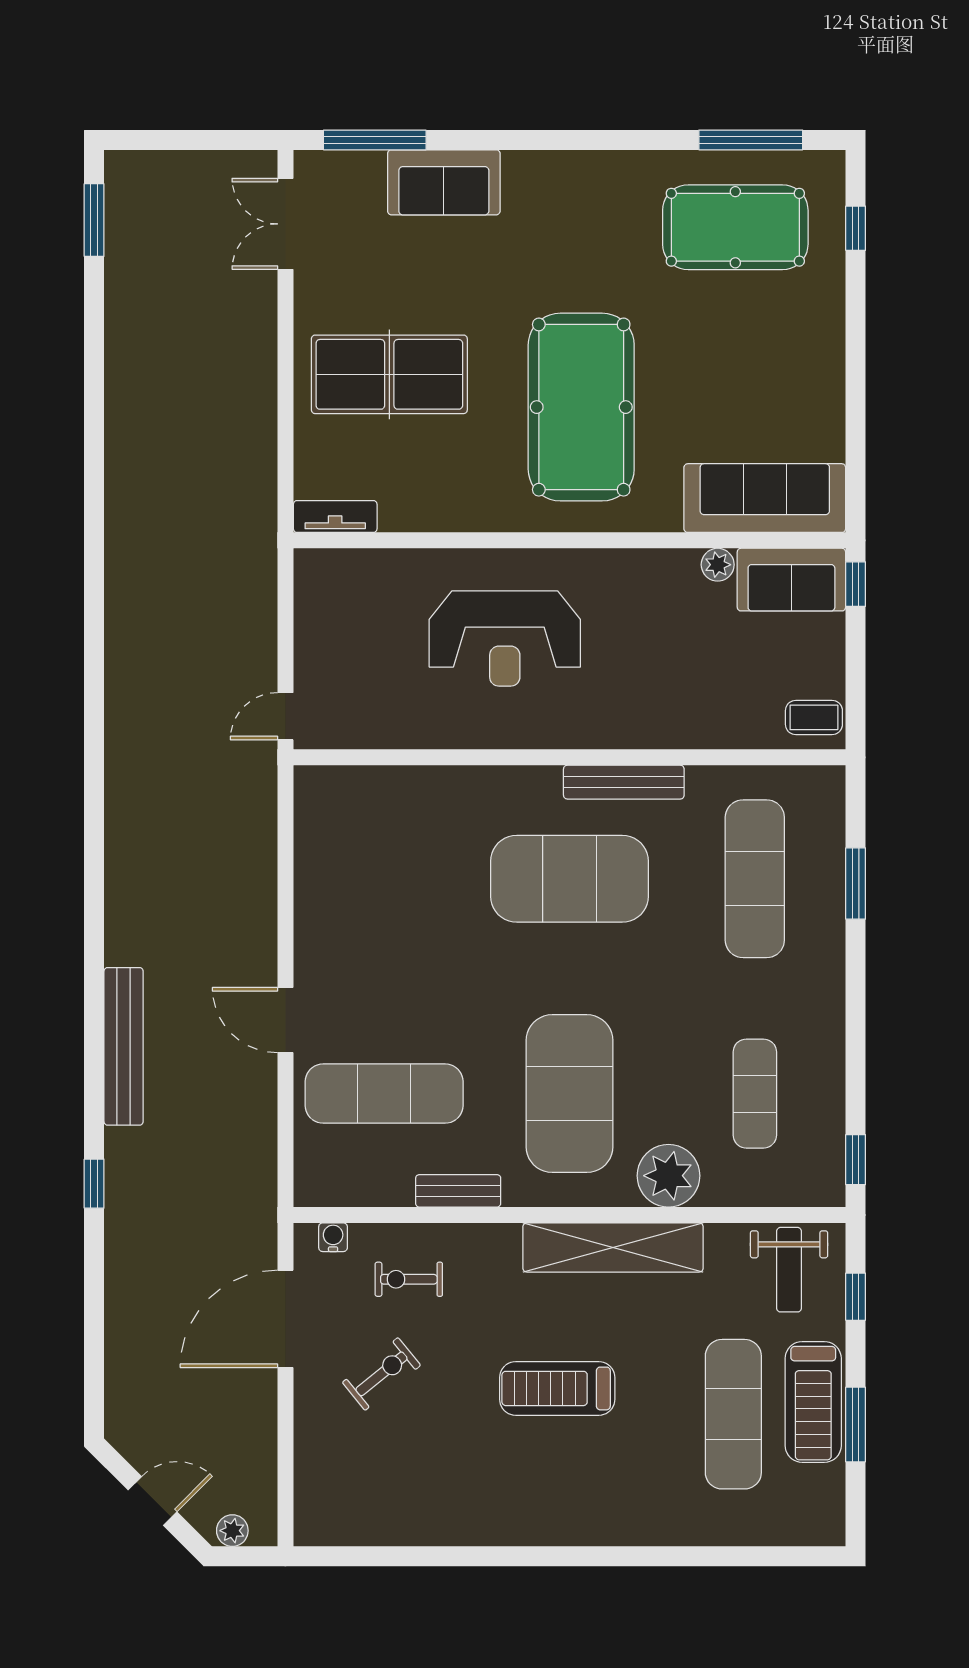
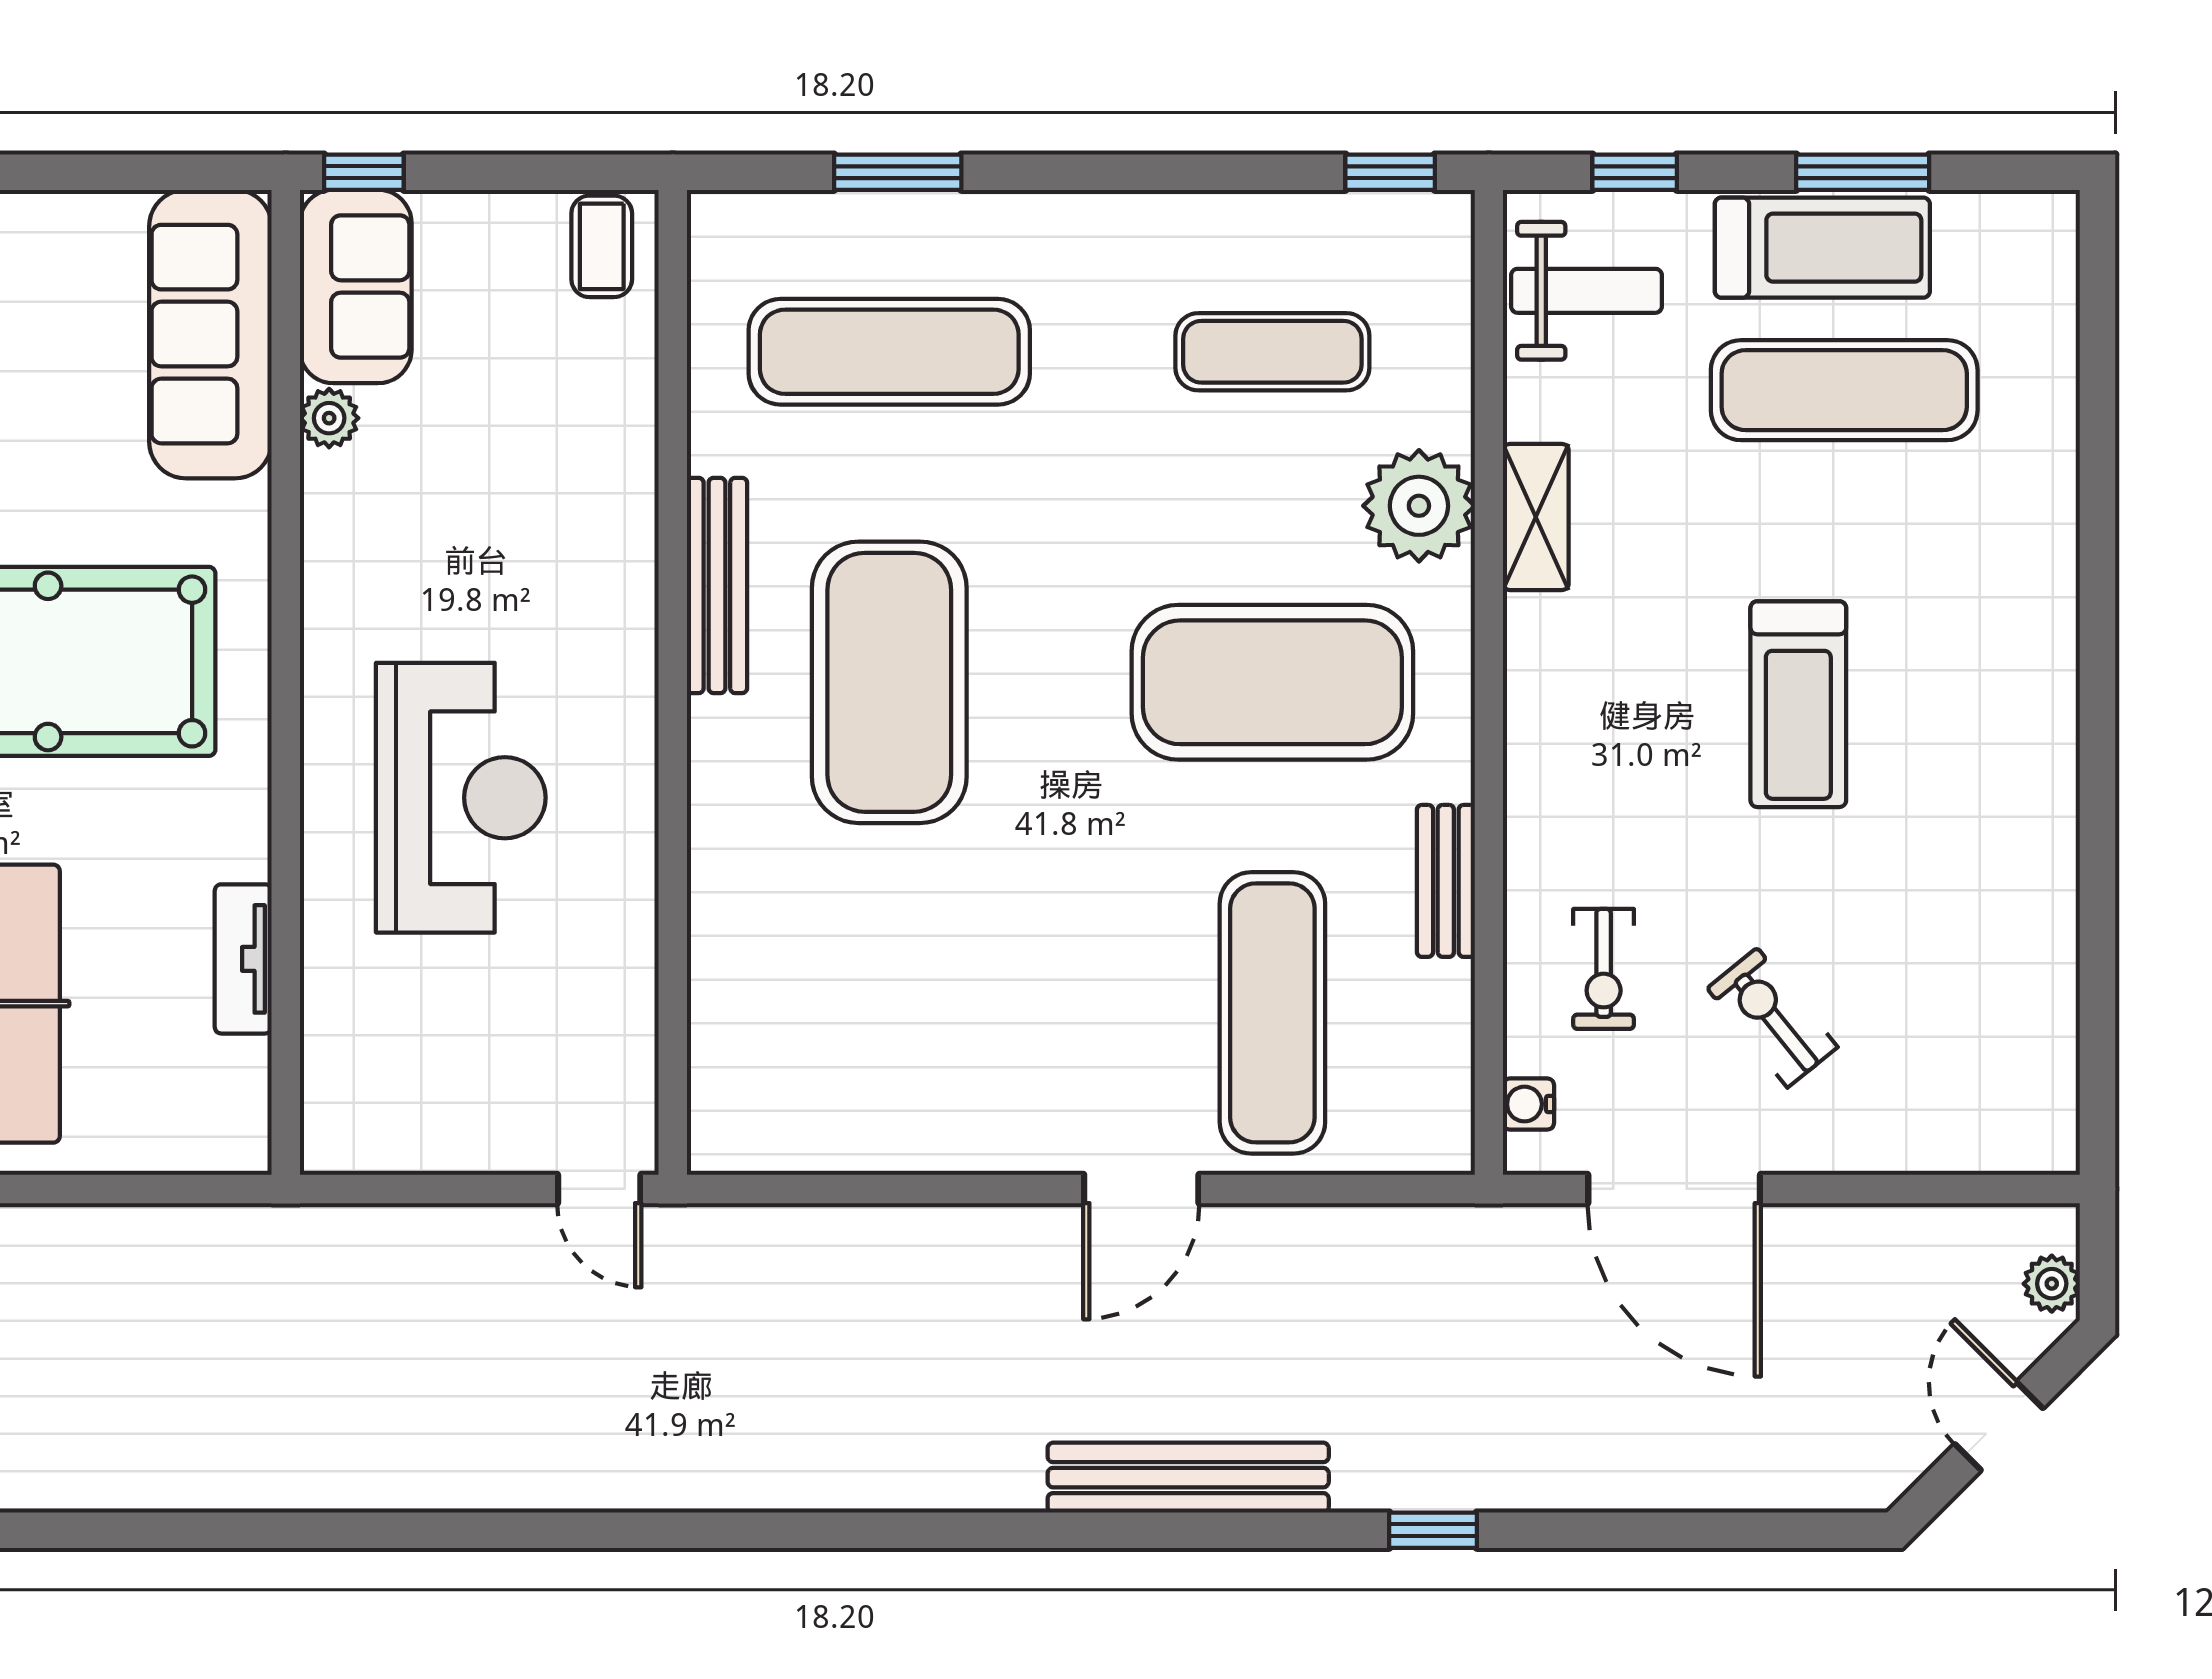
tv unit: (335, 516) -> (243, 959), moved
shelving: (613, 1247) -> (1536, 517), width x0.45, depth x0.75

